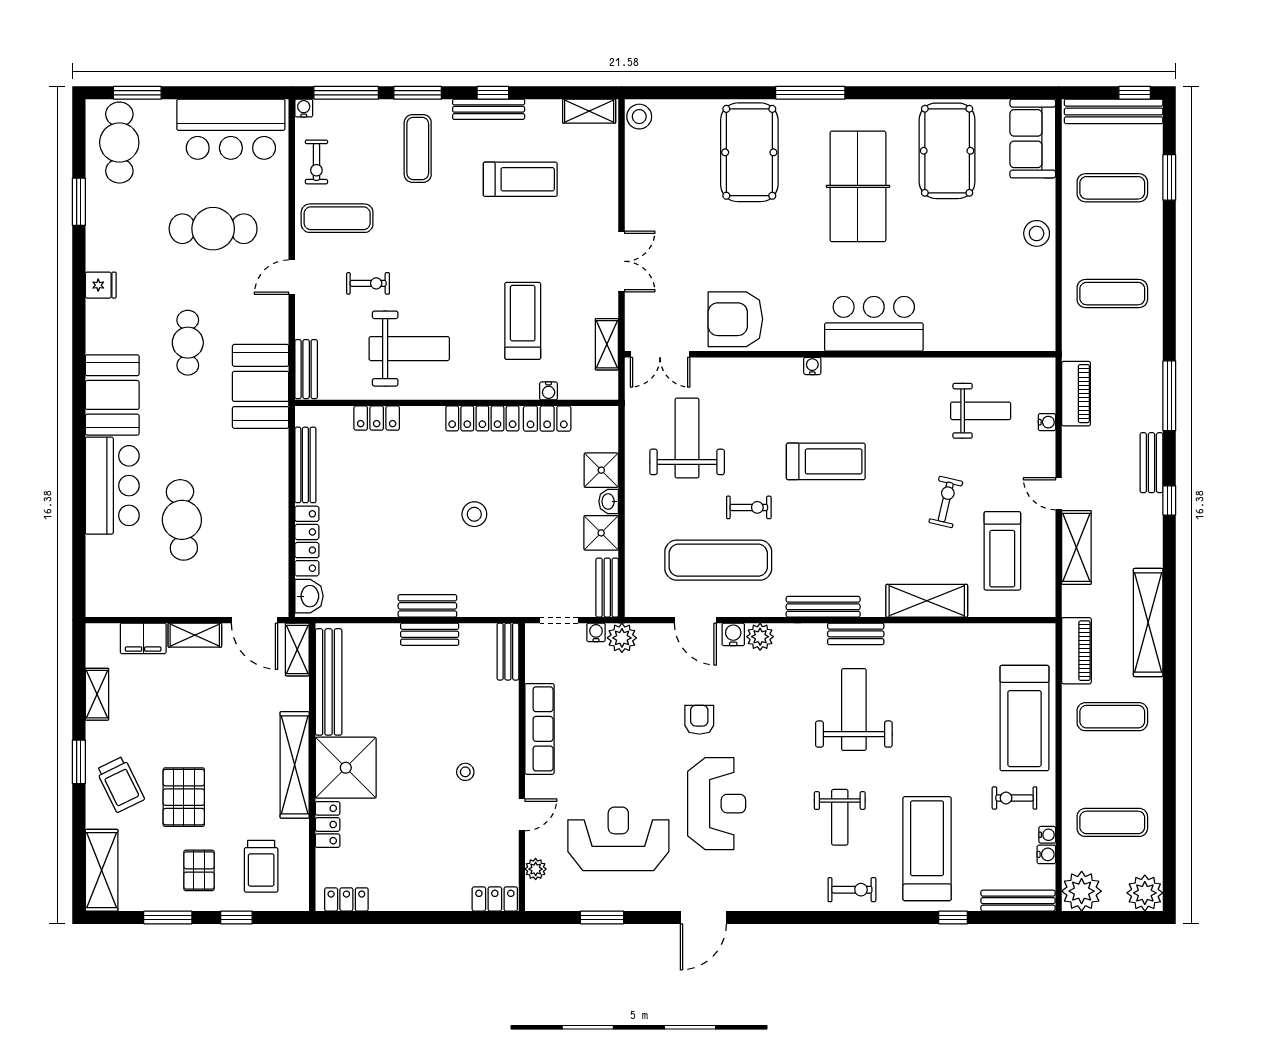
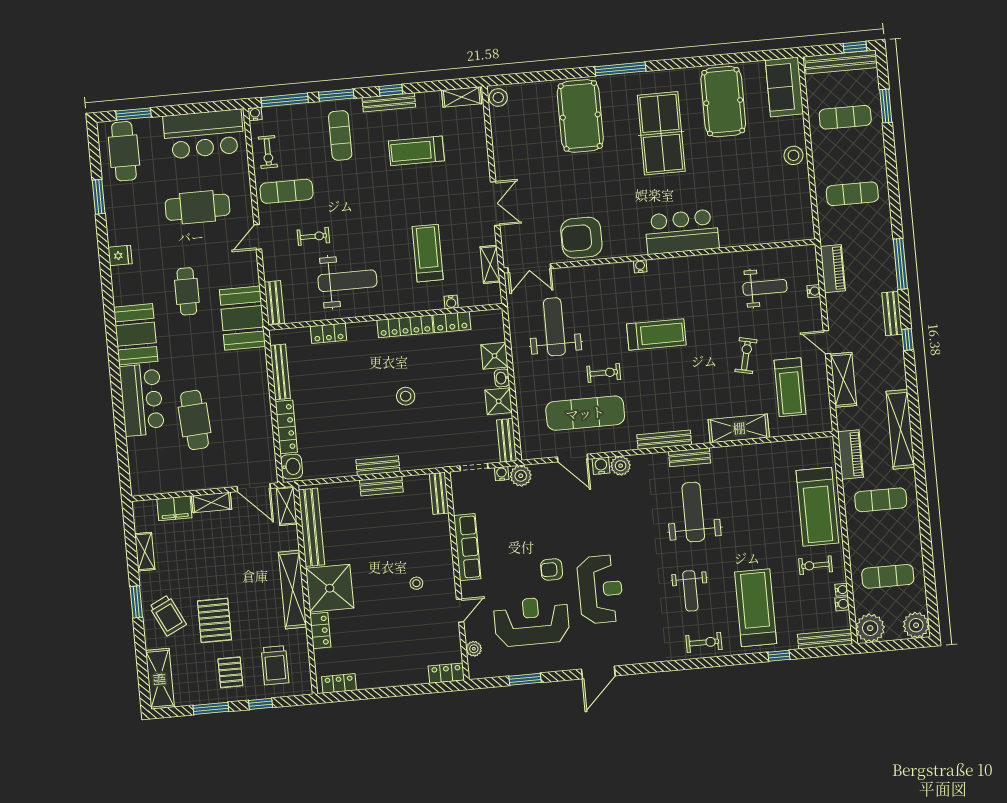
treadmill: (520, 179) -> (416, 151), turned 180
armchair: (699, 720) -> (552, 569), moved, turned -90

